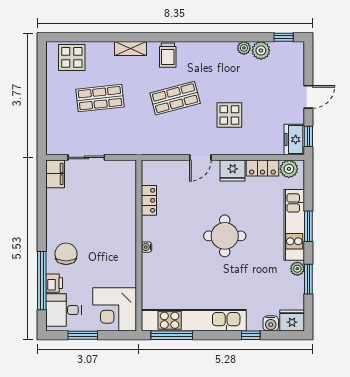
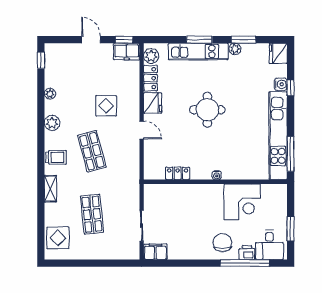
plant: (261, 50) -> (52, 123), moved
chair: (66, 254) -> (222, 243), turned 90
corner desk: (115, 309) -> (242, 202), moved
water cooler: (271, 323) -> (281, 84), moved

